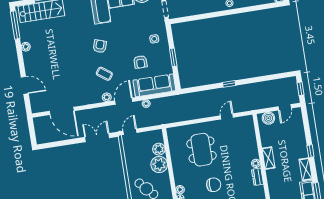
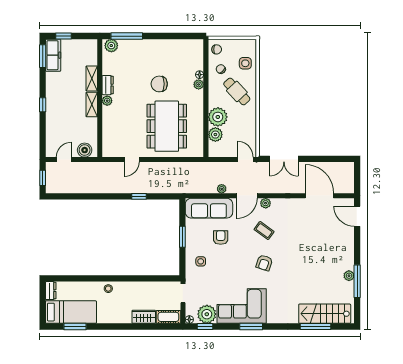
window: (15, 25) -> (357, 281), moved
window: (229, 84) -> (139, 196), moved
door: (25, 85) -> (357, 216), moved
door: (130, 132) -> (245, 160), swing flipped
dining table: (202, 150) -> (167, 126), width x1.36, depth x1.24
shelving: (306, 169) -> (92, 78), moved

